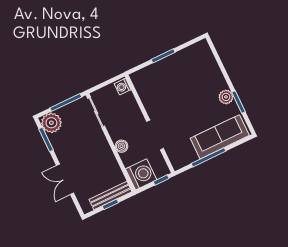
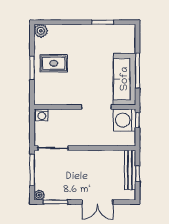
rug: (177, 74) -> (54, 63), added
plant: (226, 97) -> (41, 31), moved
plant: (51, 123) -> (39, 195), width x0.53, depth x0.53
sofa: (220, 137) -> (125, 79), moved
boiler: (121, 146) -> (92, 140), removed
washing machine: (141, 174) -> (124, 120), moved, turned -90

